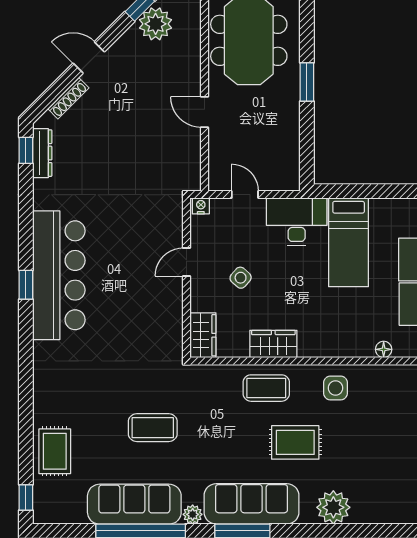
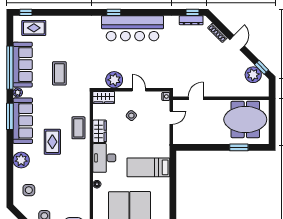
window: (307, 82) -> (239, 147), moved
door: (205, 112) -> (196, 98), moved
desk: (297, 222) -> (104, 158), moved, turned 180
window: (26, 285) -> (114, 12), moved
plant: (166, 314) -> (114, 80), added
side table: (336, 388) -> (29, 190), moved
rug: (55, 451) -> (34, 28), moved

